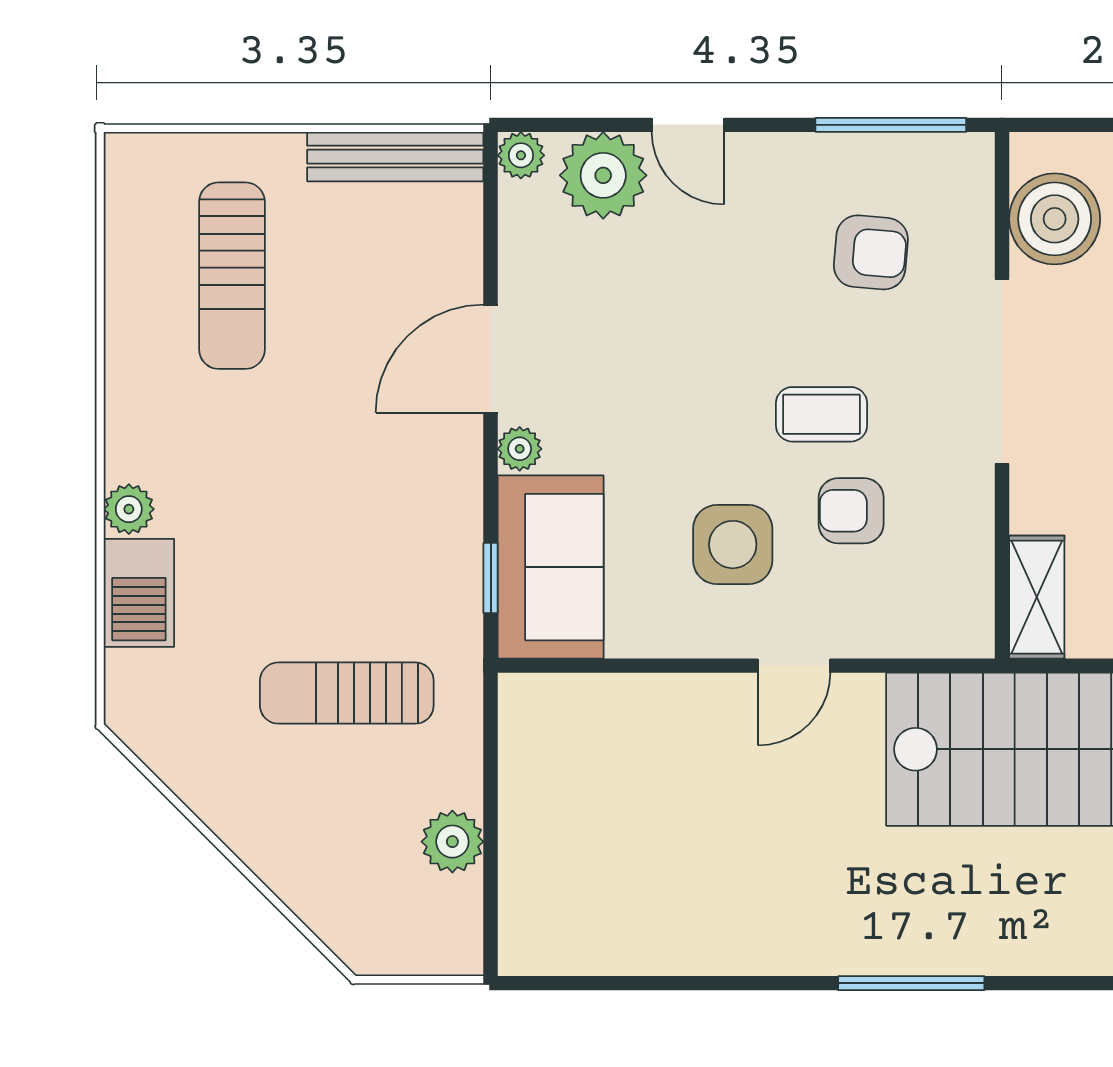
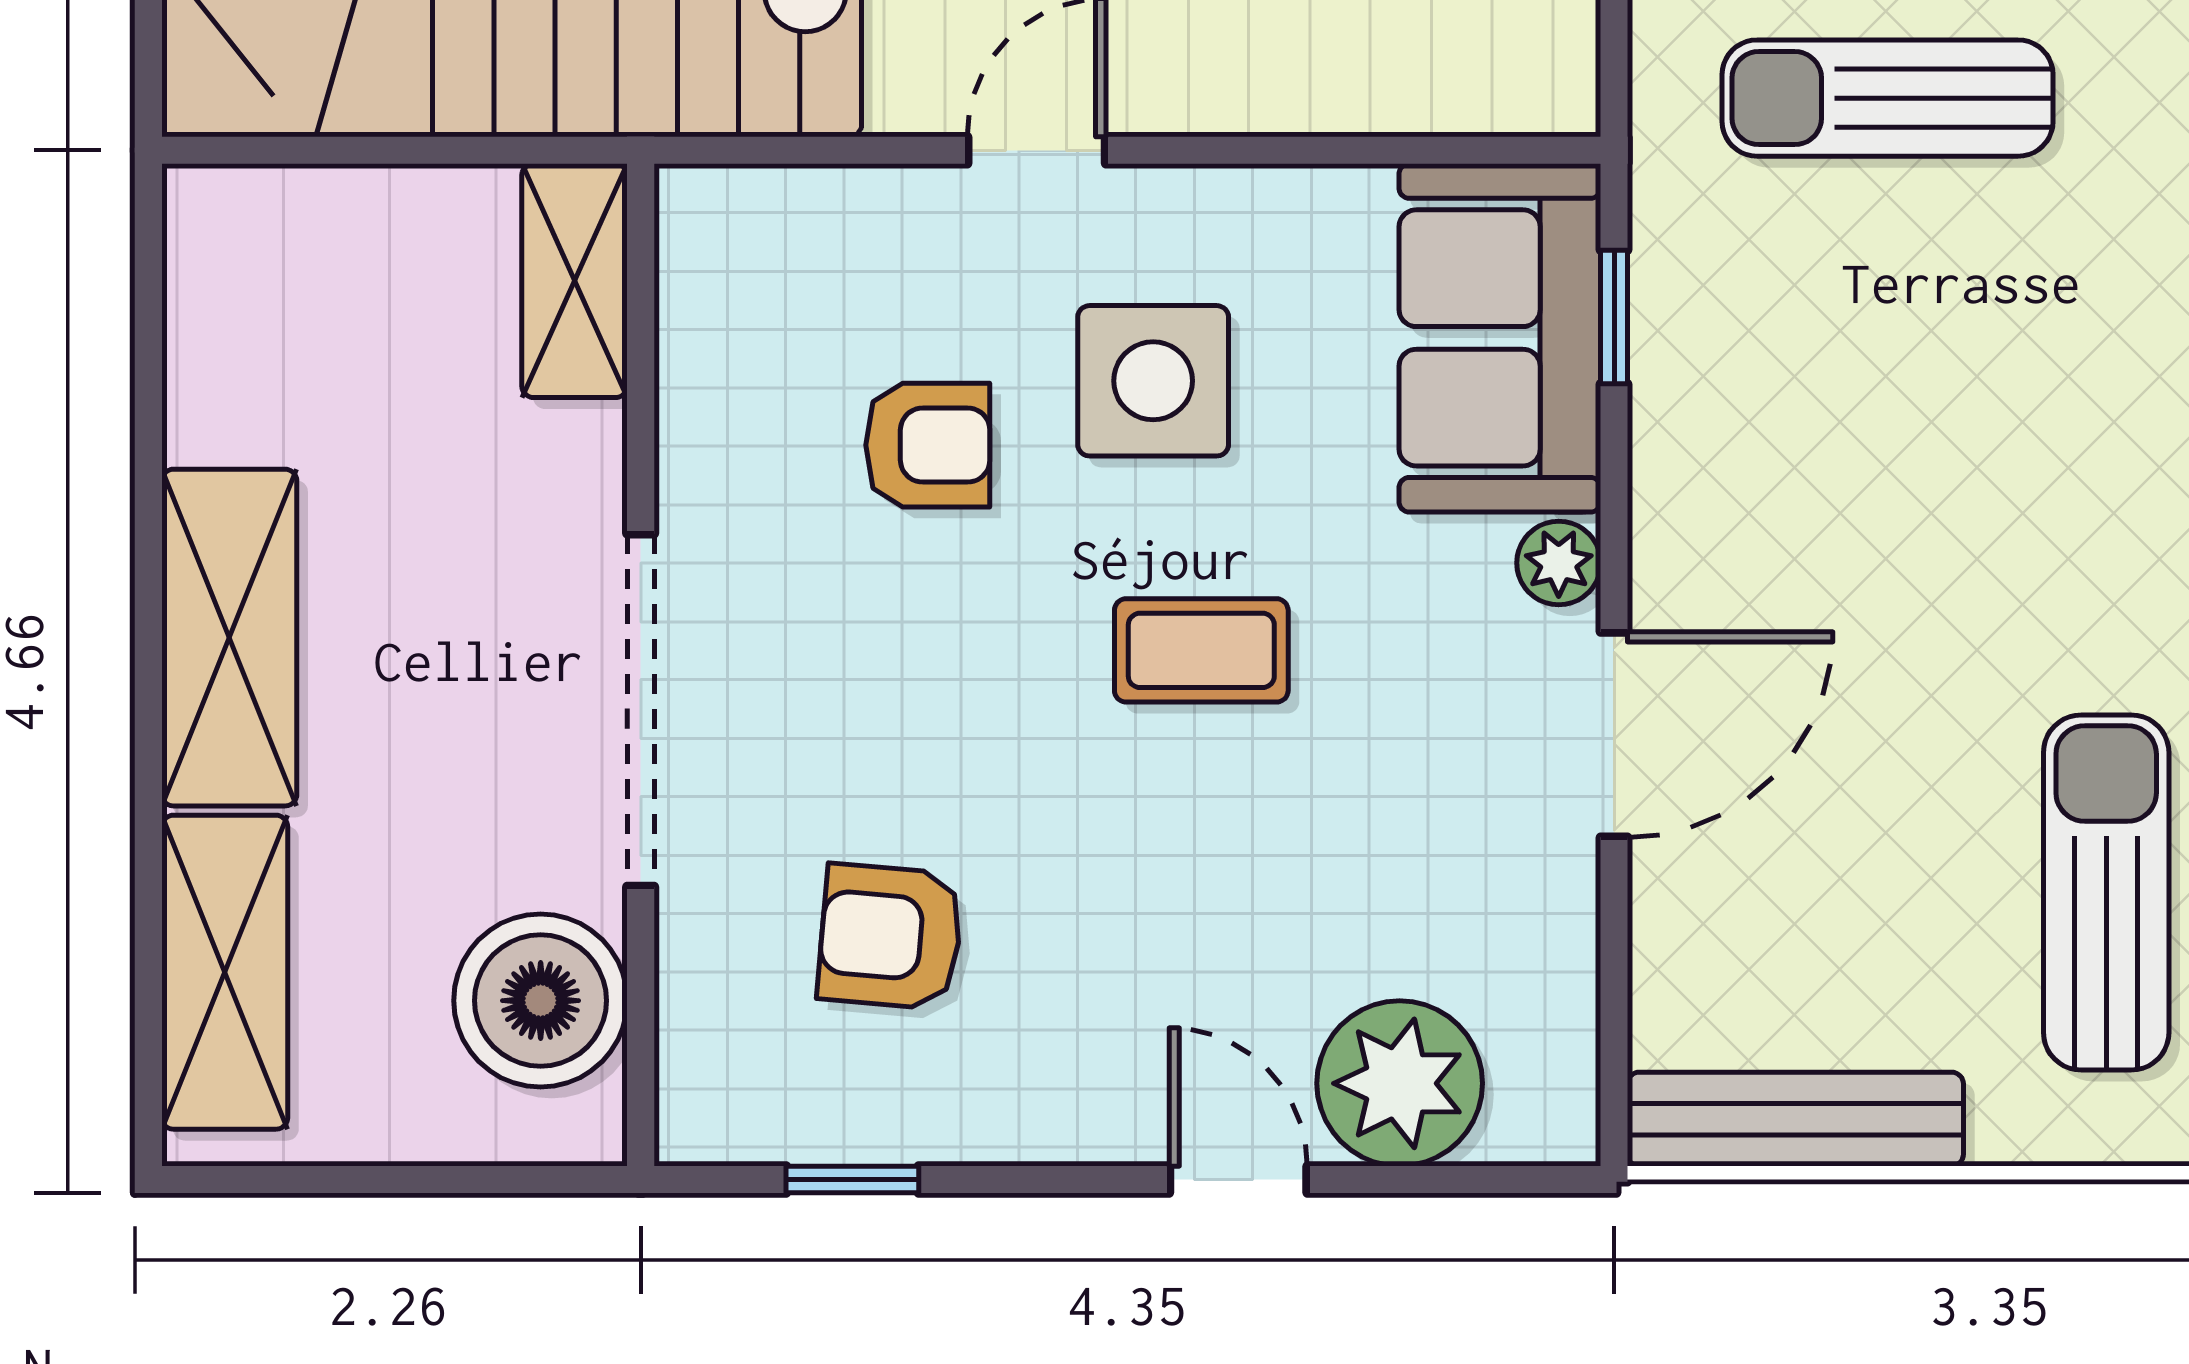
window: (891, 125) -> (852, 1179), width x0.46
plant: (521, 155) -> (1556, 1122), removed
coffee table: (822, 414) -> (1201, 650), moved
sun lounger: (347, 693) -> (1888, 98), turned 180

